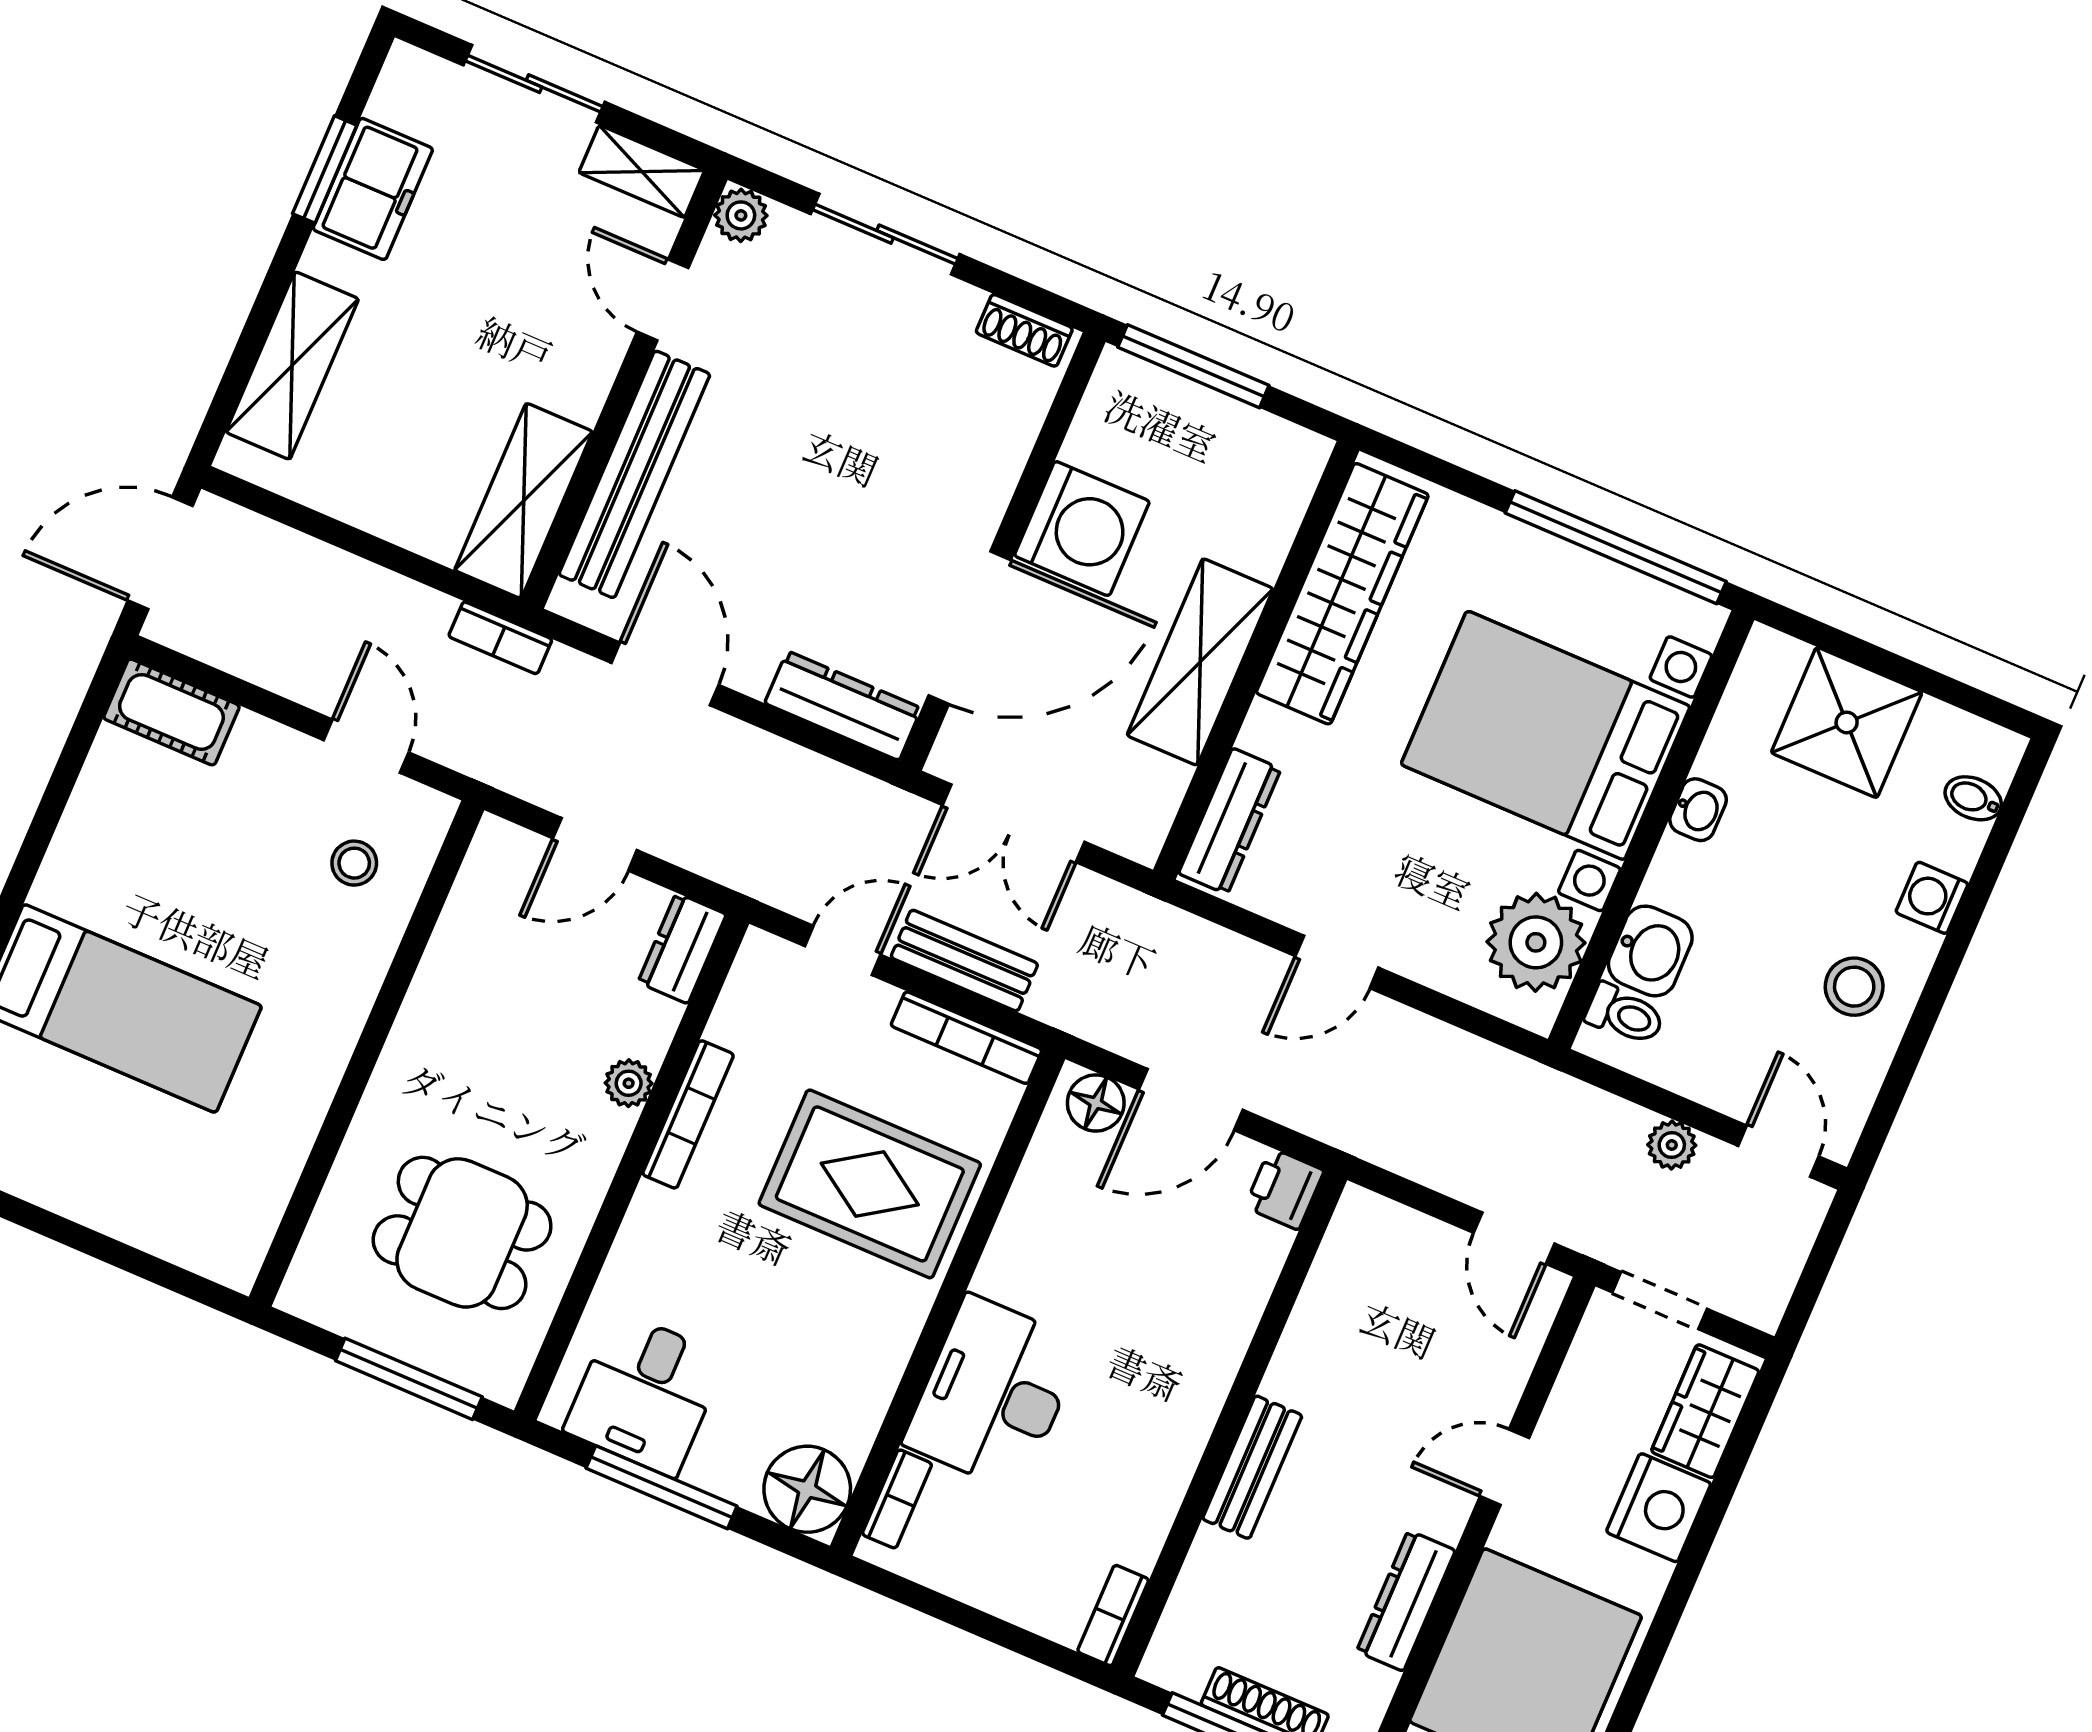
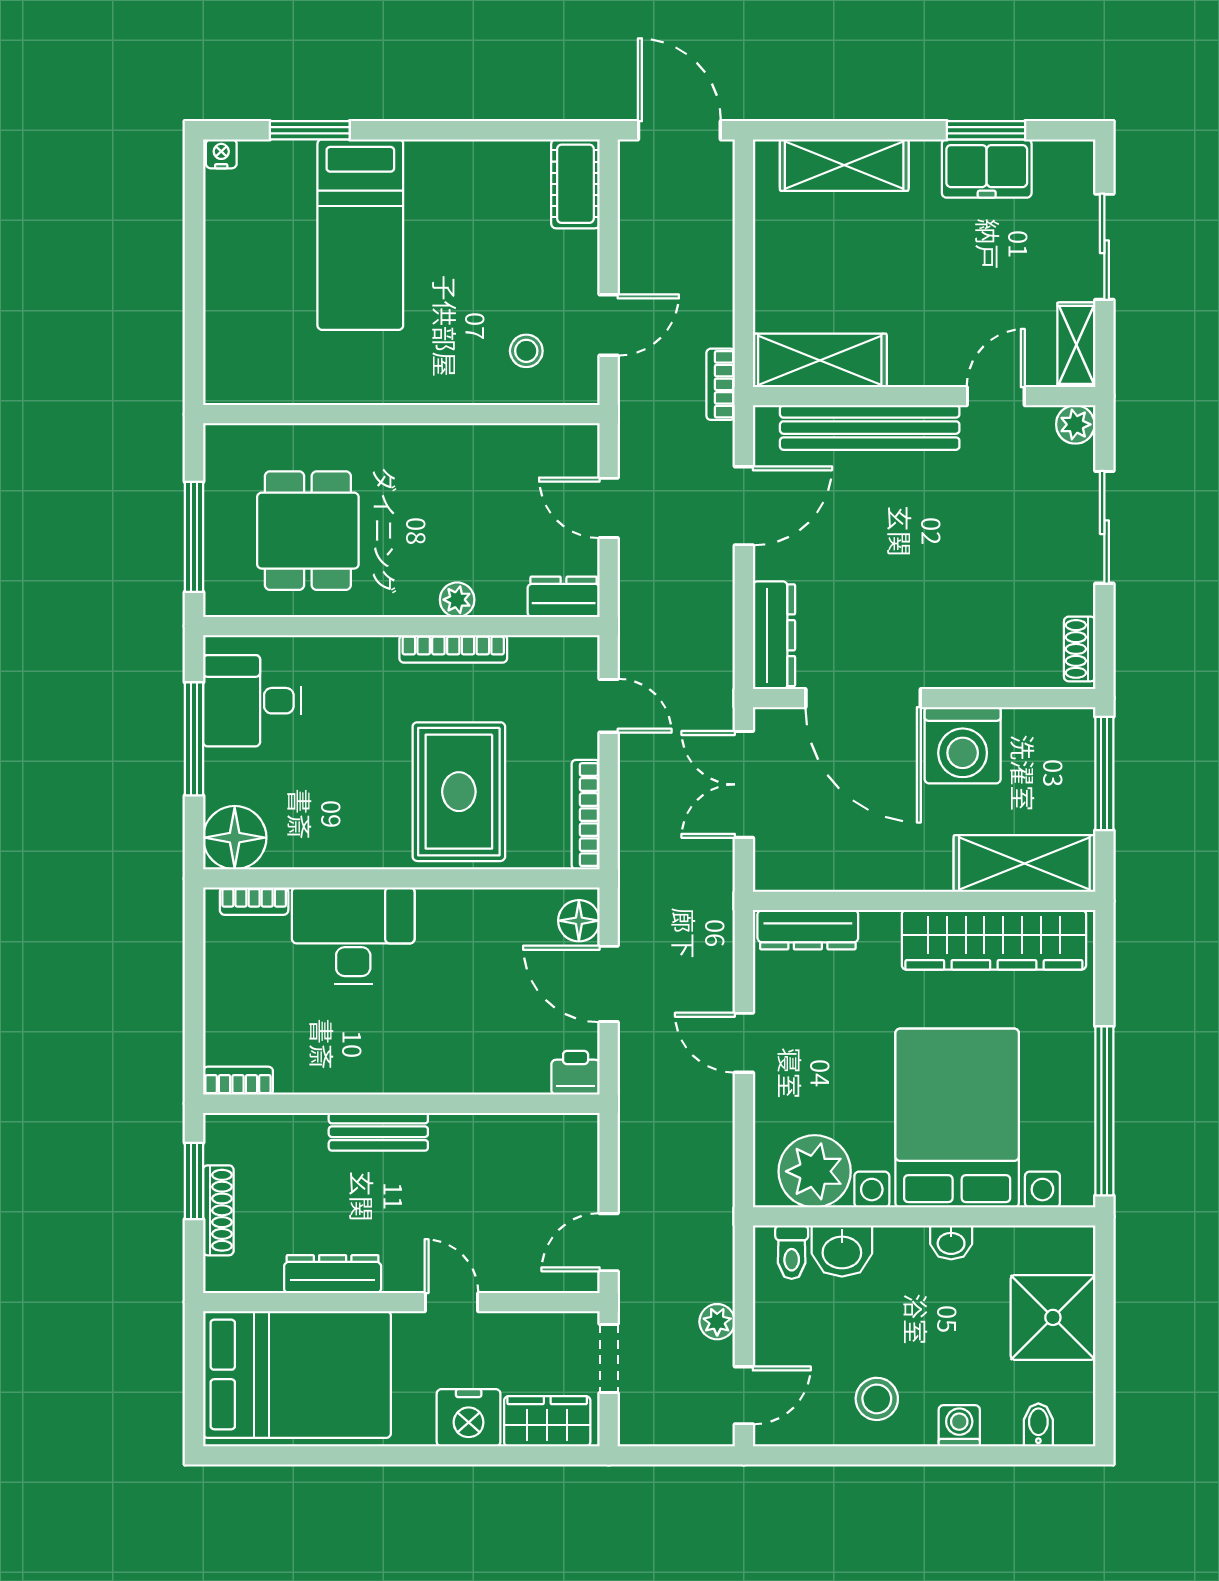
shelving: (1200, 662) -> (1024, 864), moved
bench: (964, 961) -> (637, 791), removed

